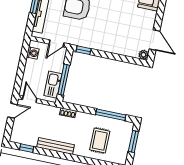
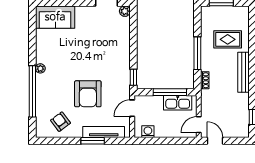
door: (56, 43) -> (132, 108), swing flipped
window: (111, 115) -> (197, 53), moved
bench: (56, 146) -> (244, 72), moved

